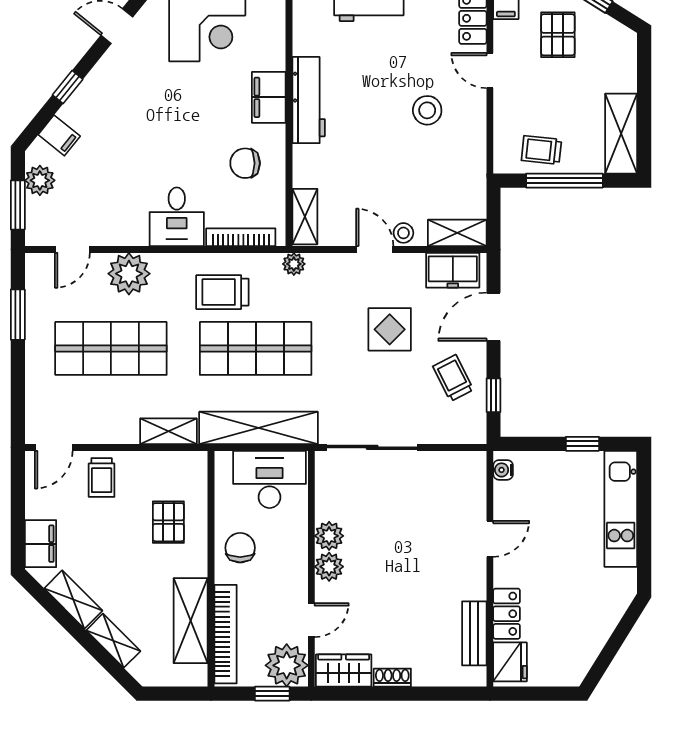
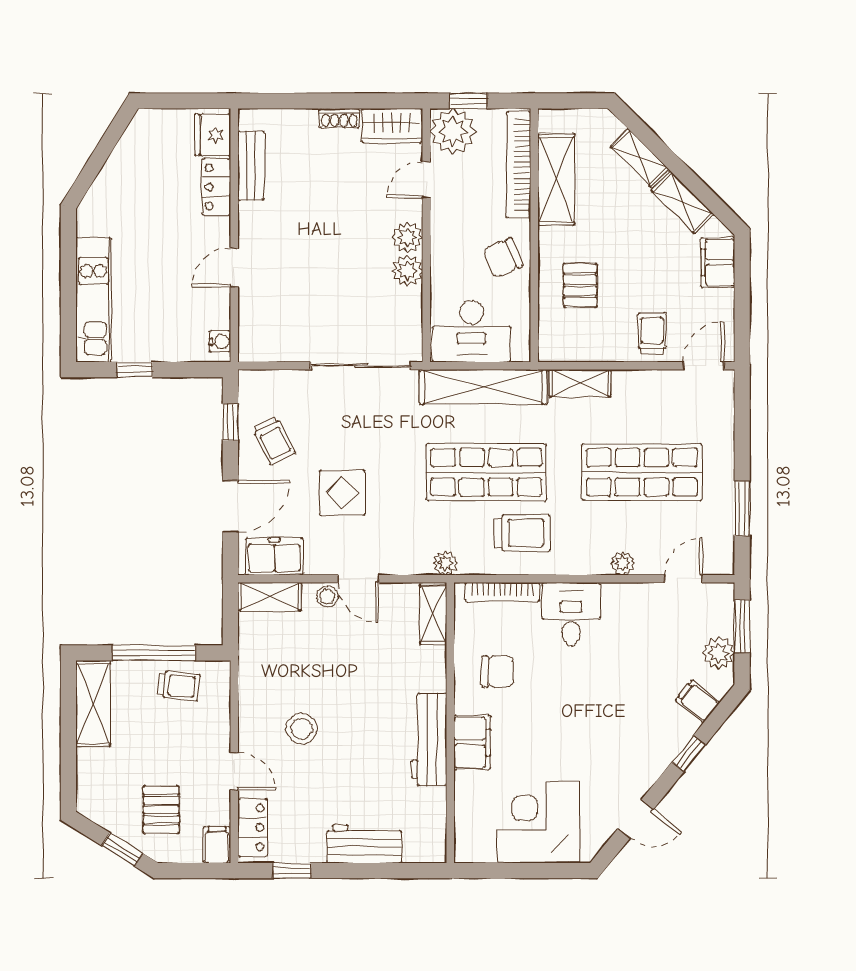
plant: (129, 274) -> (623, 563), width x0.53, depth x0.53
chair: (240, 548) -> (503, 258), turned 67

